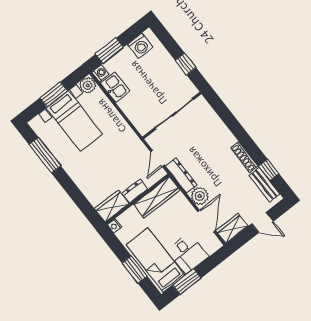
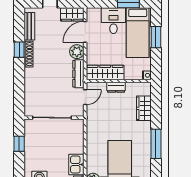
window: (45, 155) -> (156, 144), moved
window: (269, 170) -> (19, 50), moved
wardrobe: (112, 206) -> (144, 108), moved, turned 90

